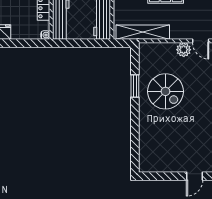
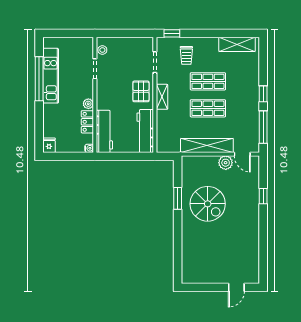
shelving: (143, 32) -> (207, 145), moved

